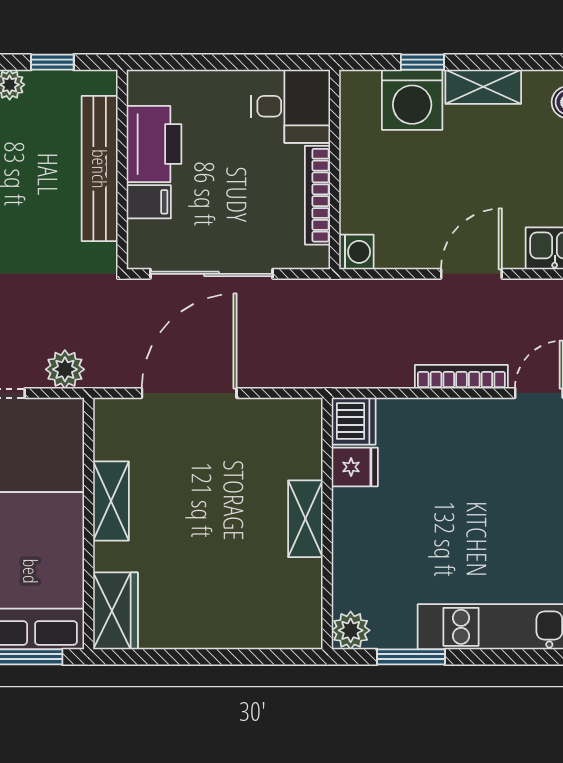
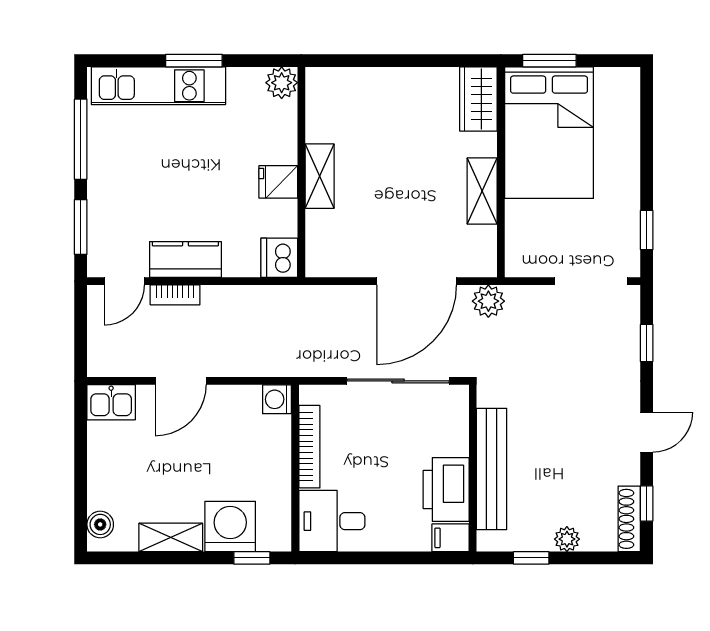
window: (422, 62) -> (252, 558), moved
filing cabinet: (149, 202) -> (450, 538), moved
plant: (65, 369) -> (488, 301), moved
bookcase: (461, 377) -> (175, 295), width x0.64
kitchen counter: (466, 419) -> (185, 260), added
fridge: (355, 467) -> (278, 182), moved
window: (411, 657) -> (194, 61), moved

